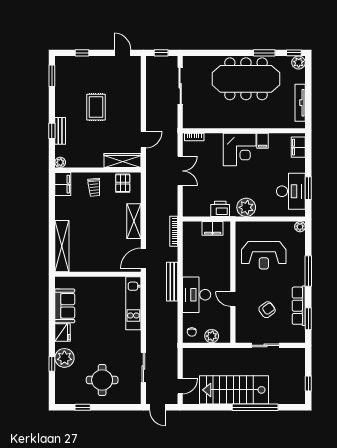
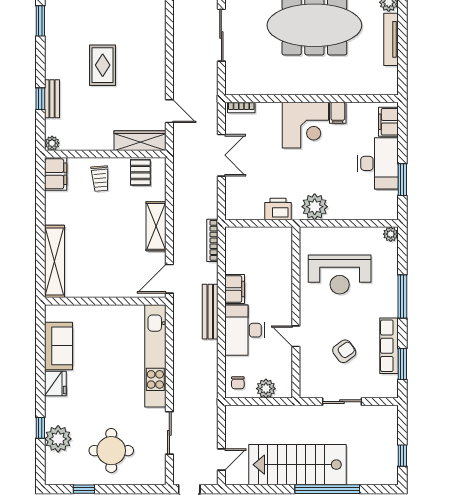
tv unit: (300, 103) -> (391, 39), moved
door: (143, 140) -> (169, 111), hinge flipped
desk: (291, 191) -> (378, 163), moved
filing cabinet: (213, 228) -> (235, 289), moved, turned -90
kitchen unit: (133, 303) -> (155, 356), width x1.36
plant: (64, 358) -> (58, 439), moved

